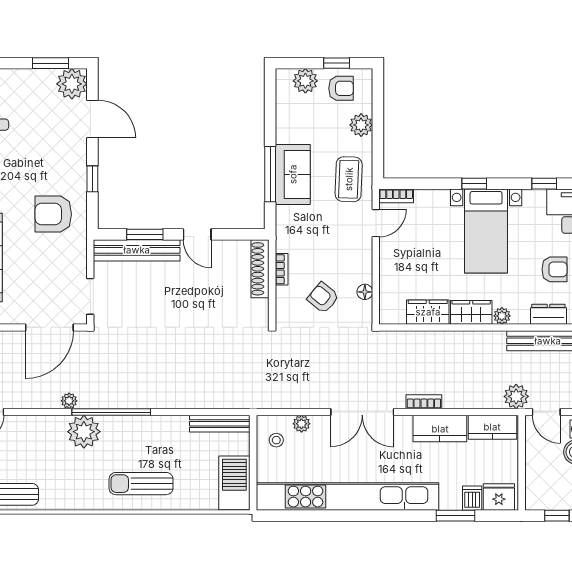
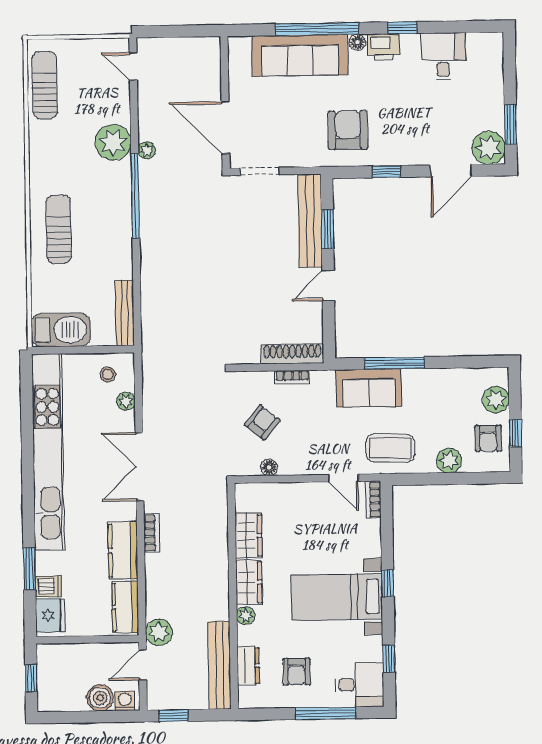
sofa: (293, 174) -> (369, 388), moved
plant: (84, 432) -> (113, 142), moved

